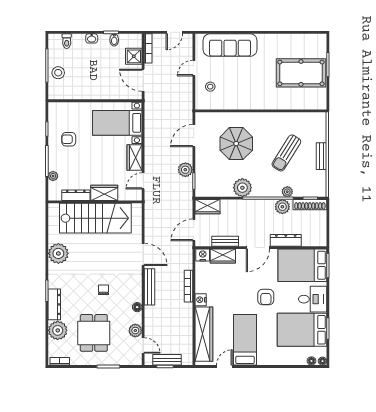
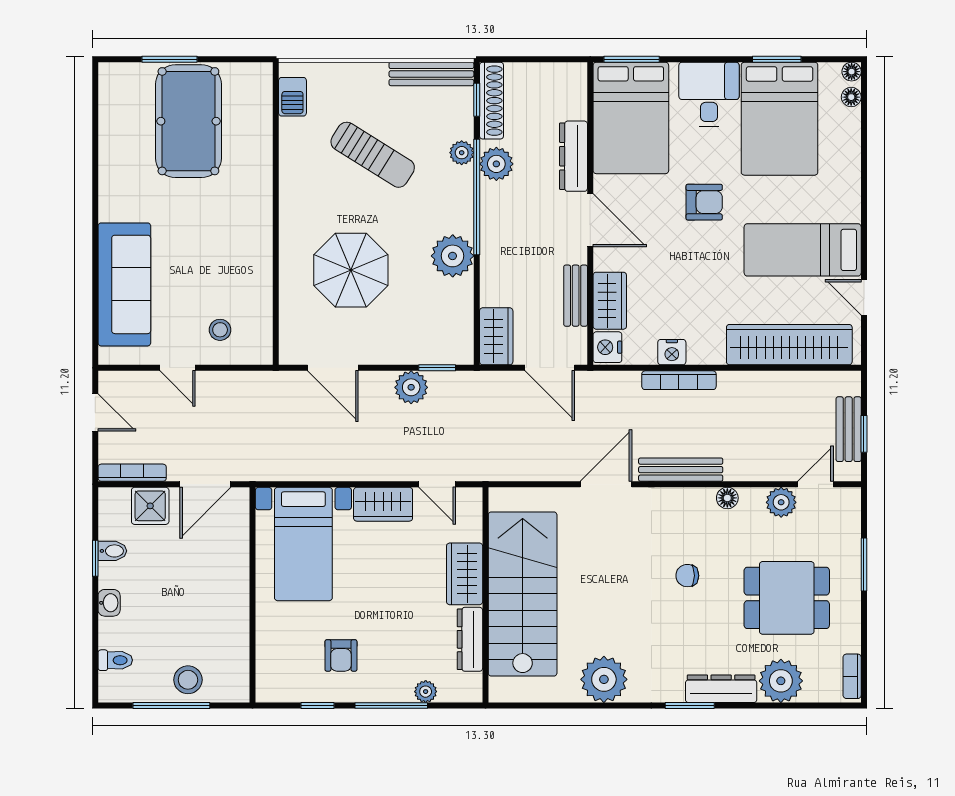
barbecue: (312, 118) -> (292, 97), added
bench: (321, 156) -> (431, 74), moved, width x1.36
nightstand: (201, 300) -> (672, 352), moved

